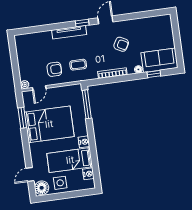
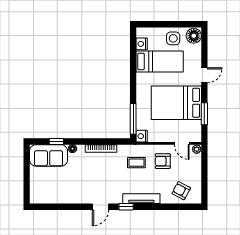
armchair: (121, 44) -> (181, 191), moved
door: (39, 88) -> (182, 143), swing flipped
nightstand: (84, 142) -> (142, 136), moved
door: (30, 174) -> (204, 75), moved

